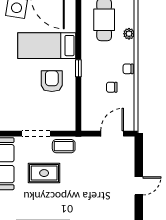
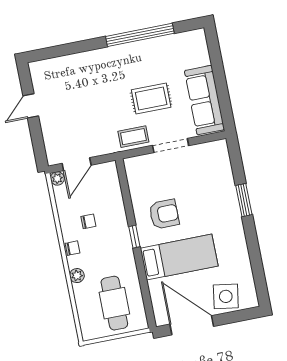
plant: (129, 34) -> (77, 276), moved
armchair: (52, 81) -> (164, 214), turned -90
plant: (129, 125) -> (57, 178), added

